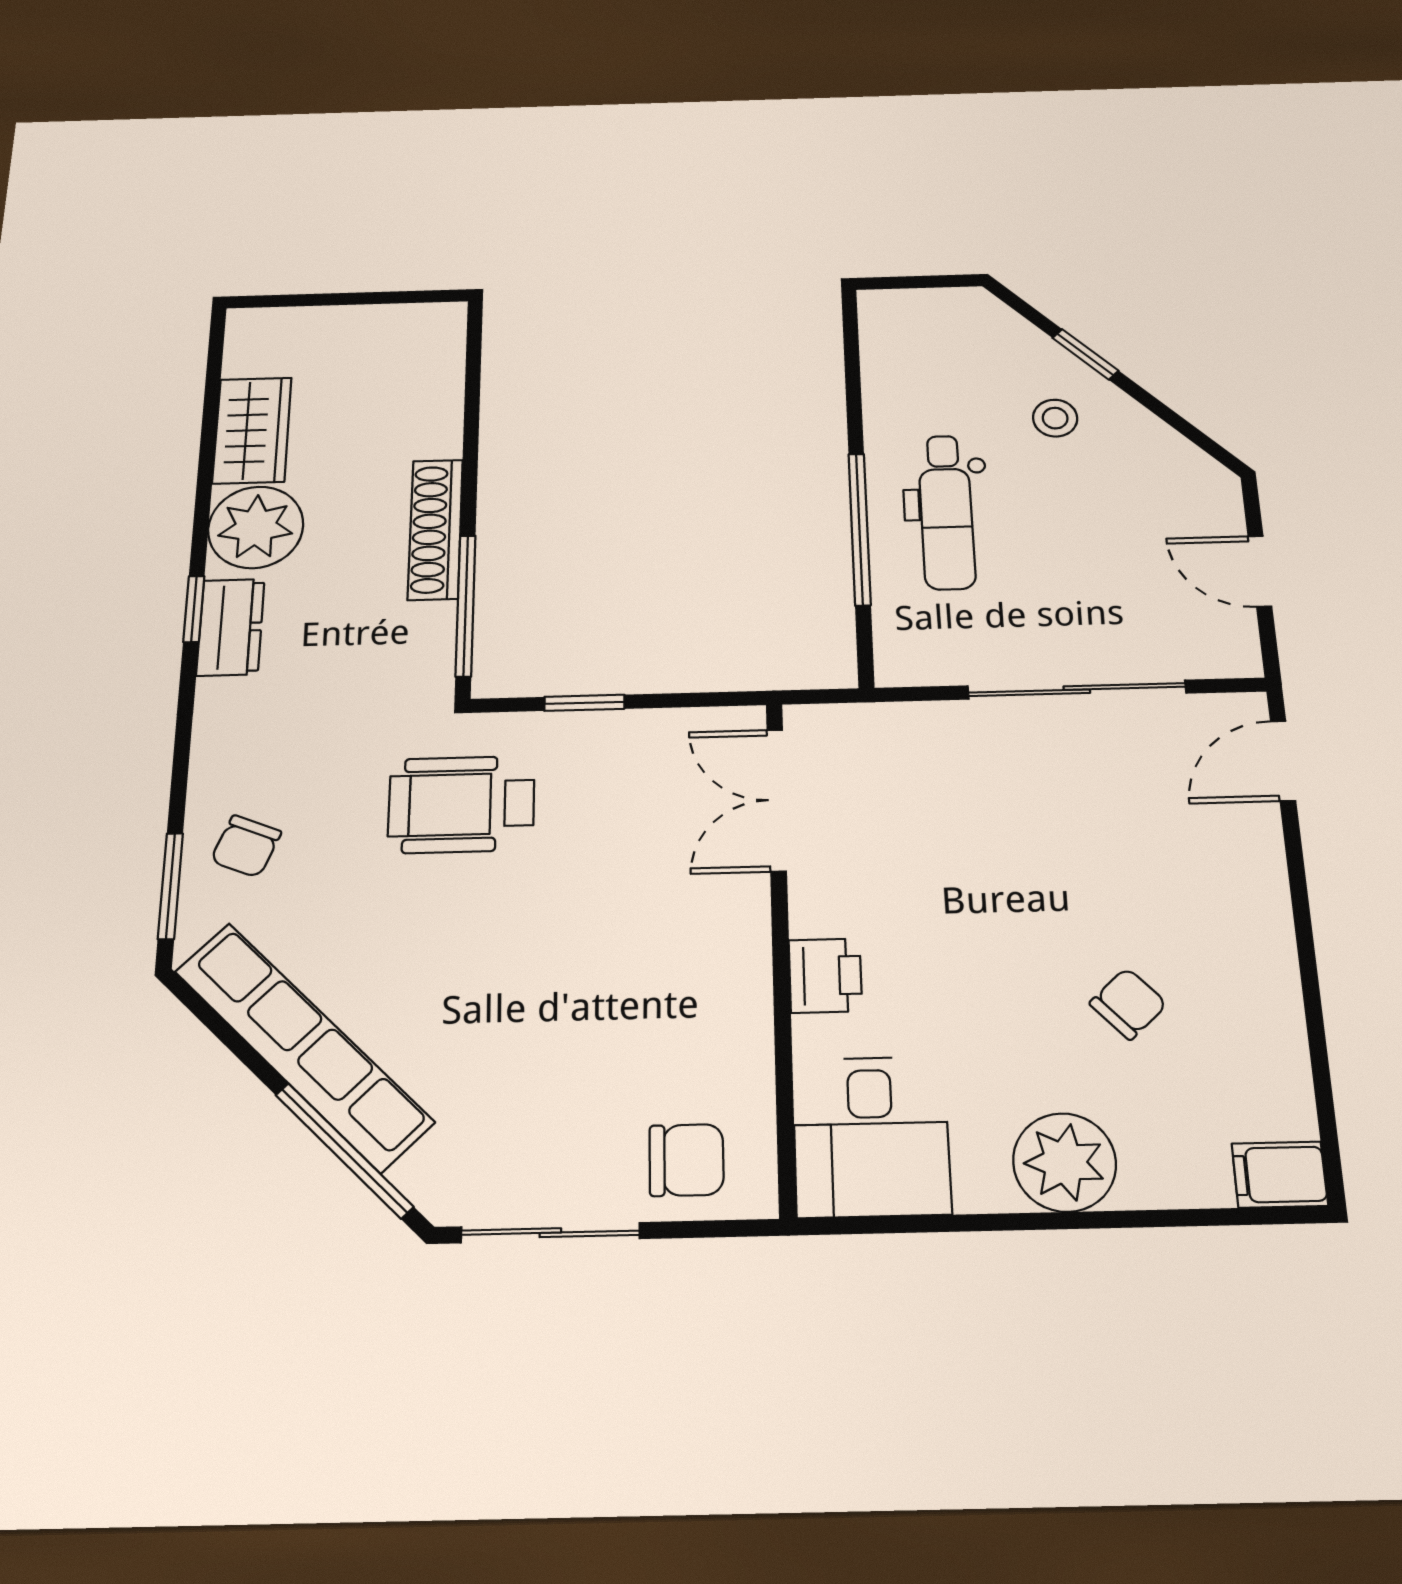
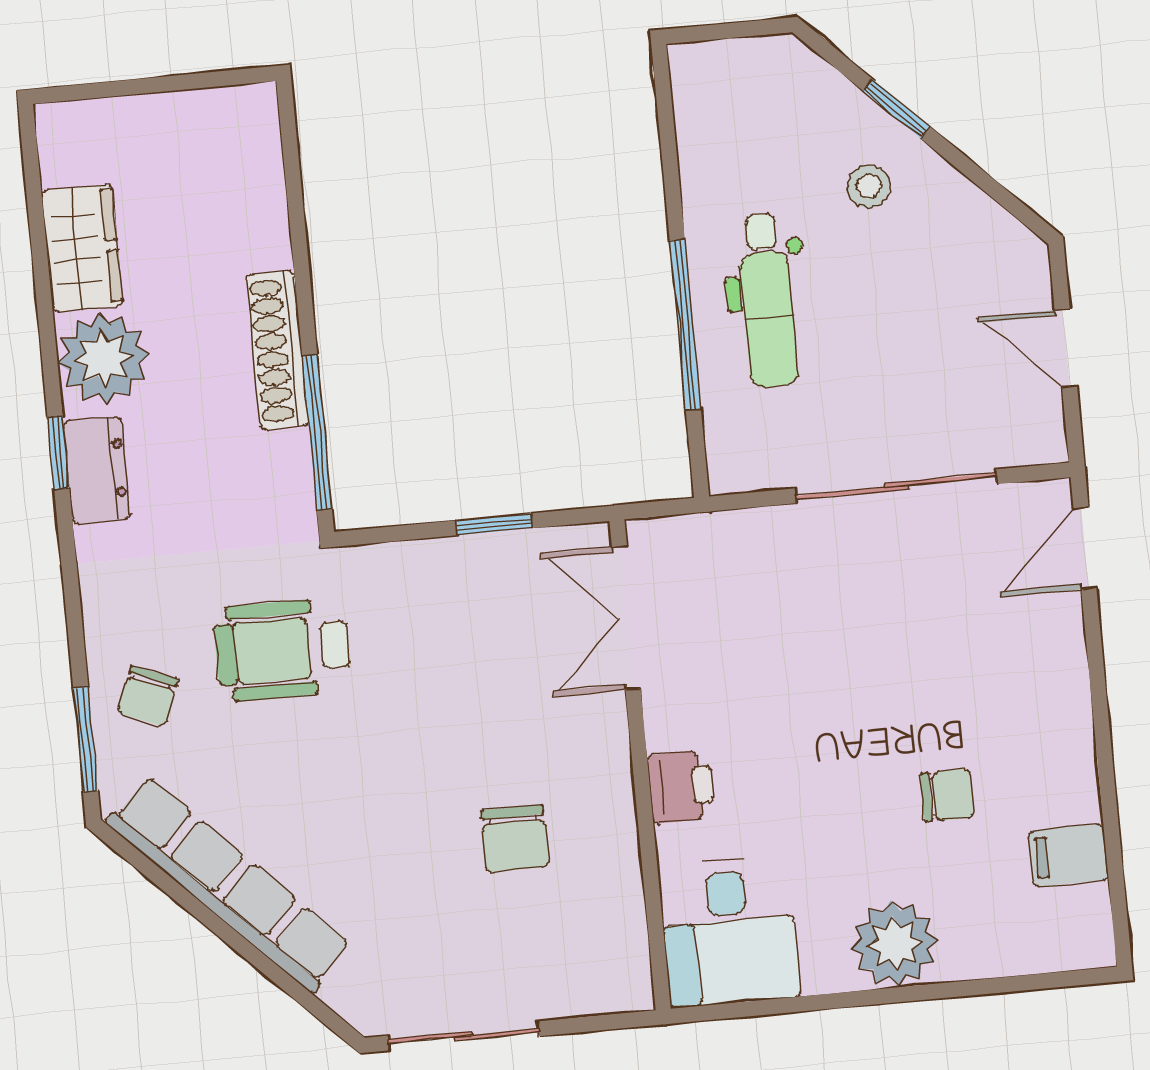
window: (584, 703) -> (494, 524), moved
wheelchair: (461, 804) -> (283, 650), moved
chair: (1128, 1004) -> (947, 795), turned 43
window: (344, 1150) -> (278, 976), removed
chair: (687, 1160) -> (515, 838), moved, turned 90
filing cabinet: (1280, 1175) -> (1068, 855), moved

